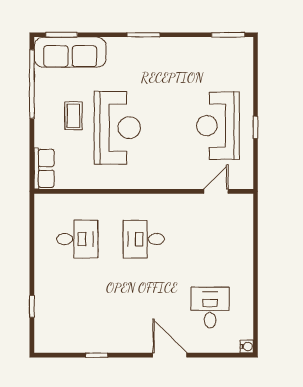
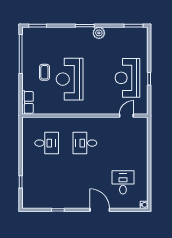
plant: (168, 47) -> (99, 33), added
sofa: (70, 52) -> (43, 36), removed
reception desk: (117, 128) -> (70, 79), turned 180

